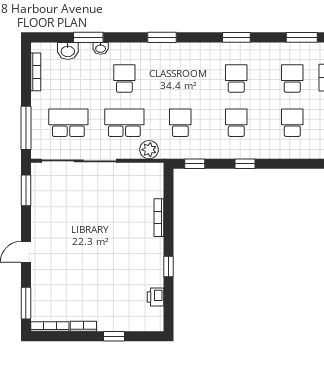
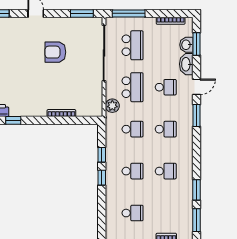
window: (88, 37) -> (196, 44), moved
door: (124, 37) -> (196, 87), added
window: (236, 37) -> (196, 190), moved
washbasin: (101, 48) -> (186, 64), width x1.91, depth x1.45
school desk: (292, 78) -> (166, 129), moved
window: (195, 164) -> (102, 155), moved
armchair: (78, 226) -> (55, 52), added
window: (169, 266) -> (13, 120), moved

